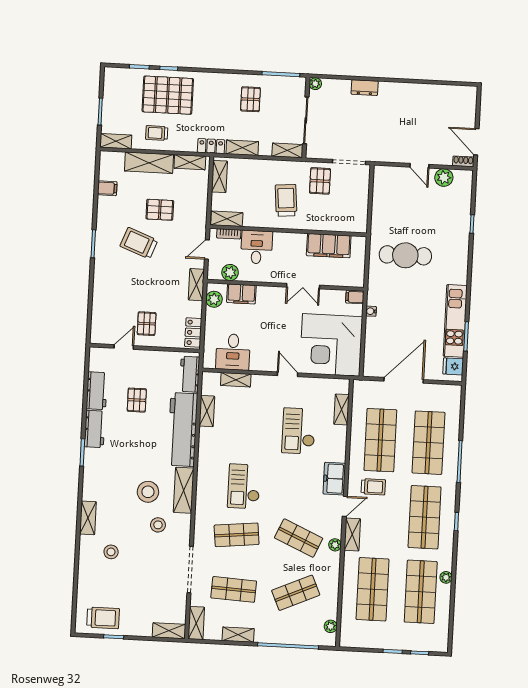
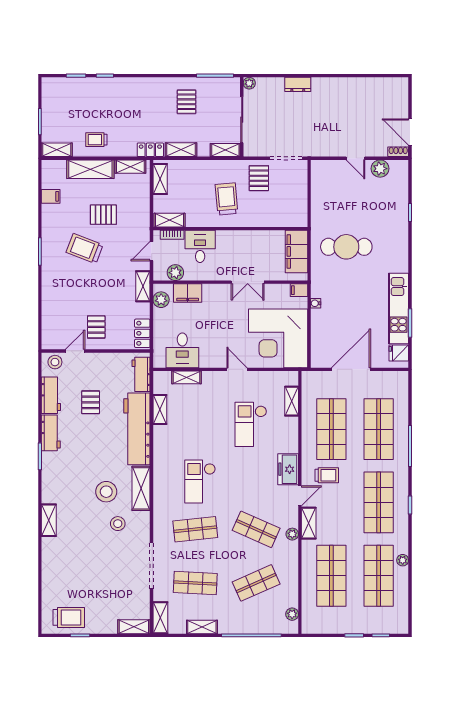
pallet: (168, 95) -> (105, 102), removed
filing cabinet: (329, 246) -> (296, 251), moved, turned 90
stool: (111, 552) -> (55, 362), moved

